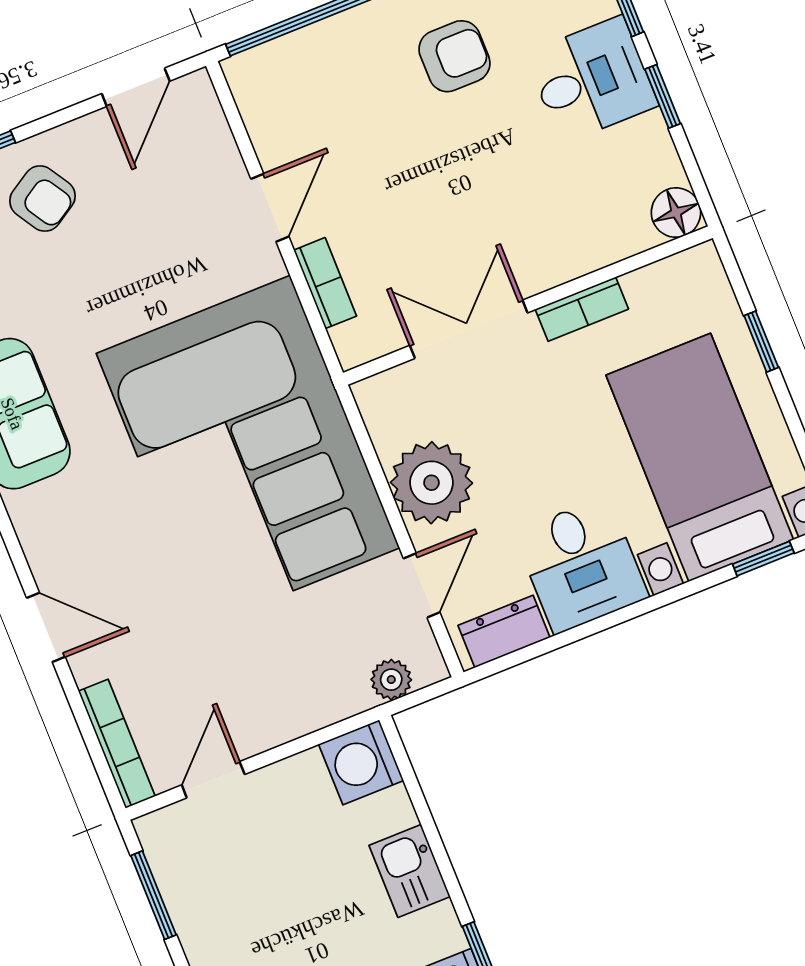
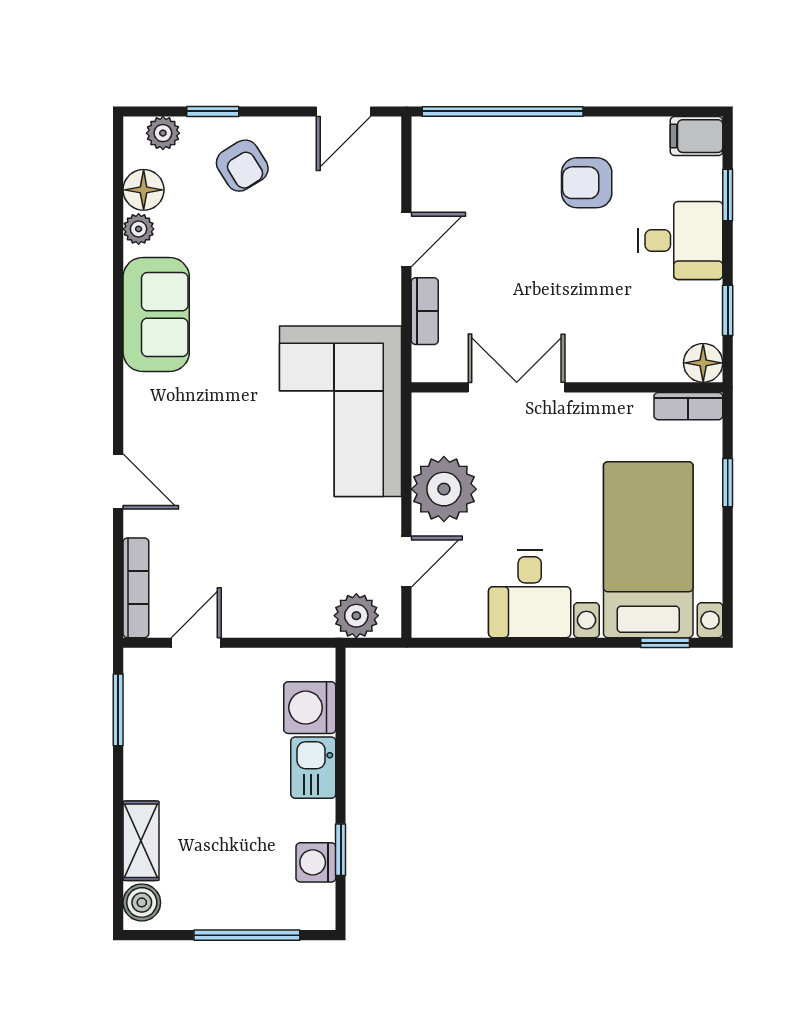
armchair: (454, 56) -> (587, 183), turned 180
window: (663, 96) -> (728, 310), moved
bookcase: (582, 309) -> (688, 406), moved
corner sofa: (248, 451) -> (341, 411), width x0.73, depth x0.74
dresser: (504, 631) -> (453, 620), removed
plant: (391, 680) -> (356, 616), width x1.38, depth x1.38
washing machine: (361, 762) -> (310, 708), moved

